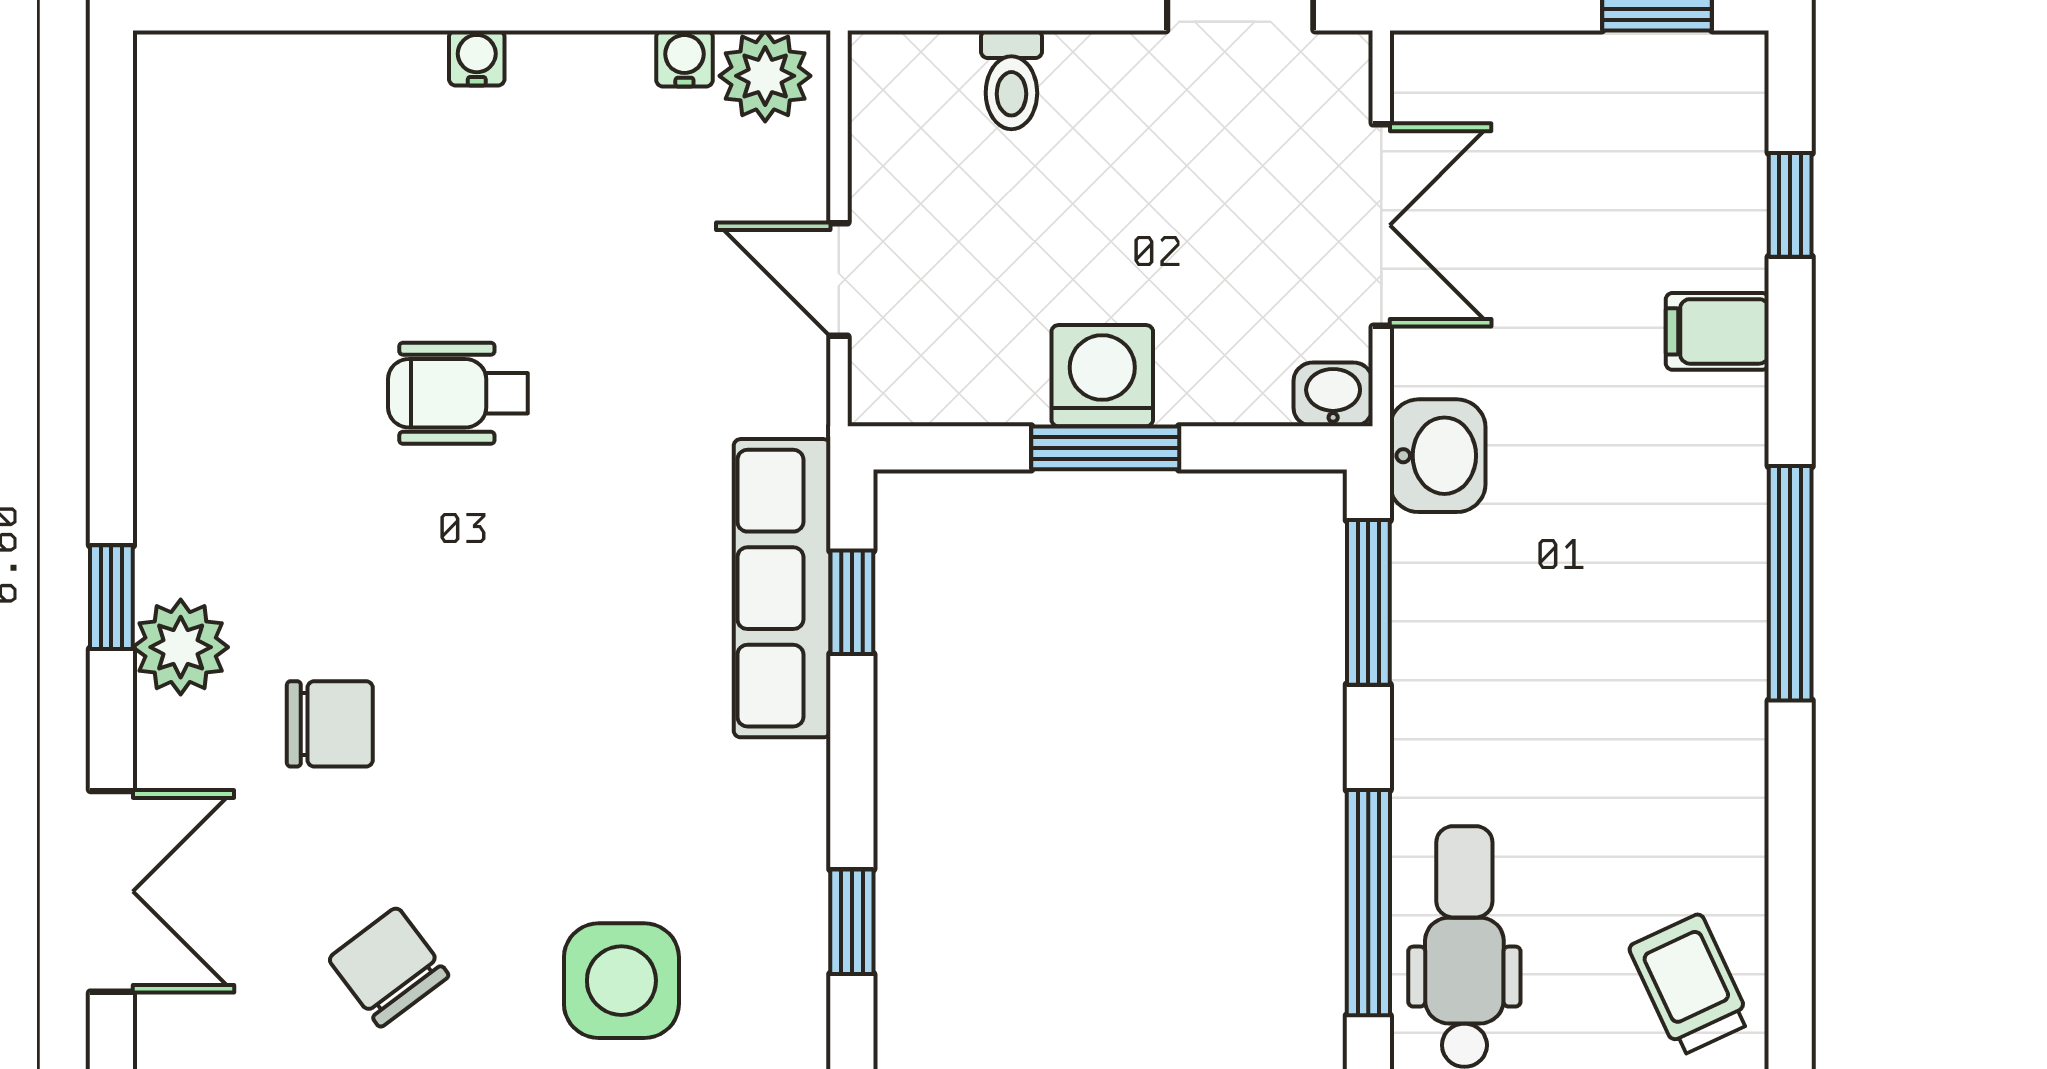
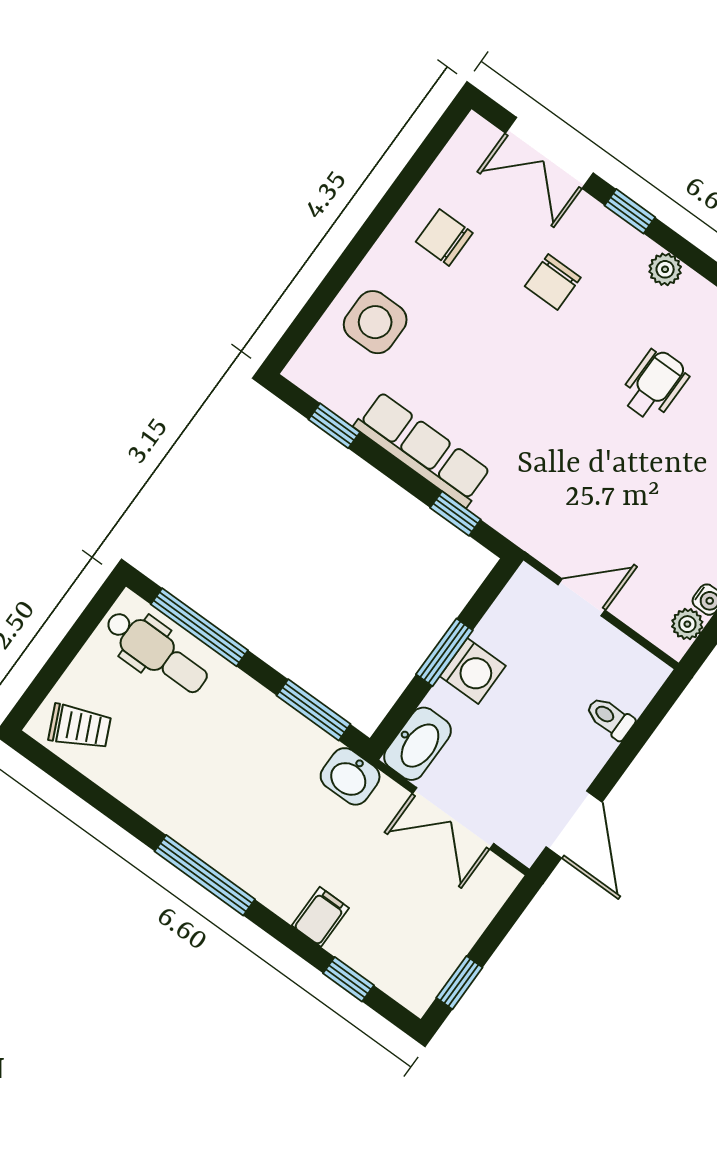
plant: (765, 76) -> (687, 624), width x0.73, depth x0.73
wheelchair: (458, 393) -> (654, 385), moved
washbasin: (1333, 394) -> (418, 744), width x1.91, depth x1.45
row of seats: (782, 588) -> (422, 449), moved
window: (111, 597) -> (630, 211), moved
plant: (181, 647) -> (665, 269), moved, width x0.73, depth x0.73
chair: (389, 967) -> (444, 237), turned -143

